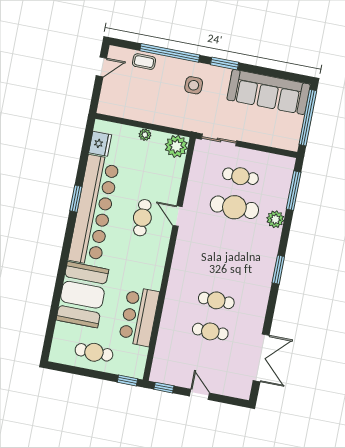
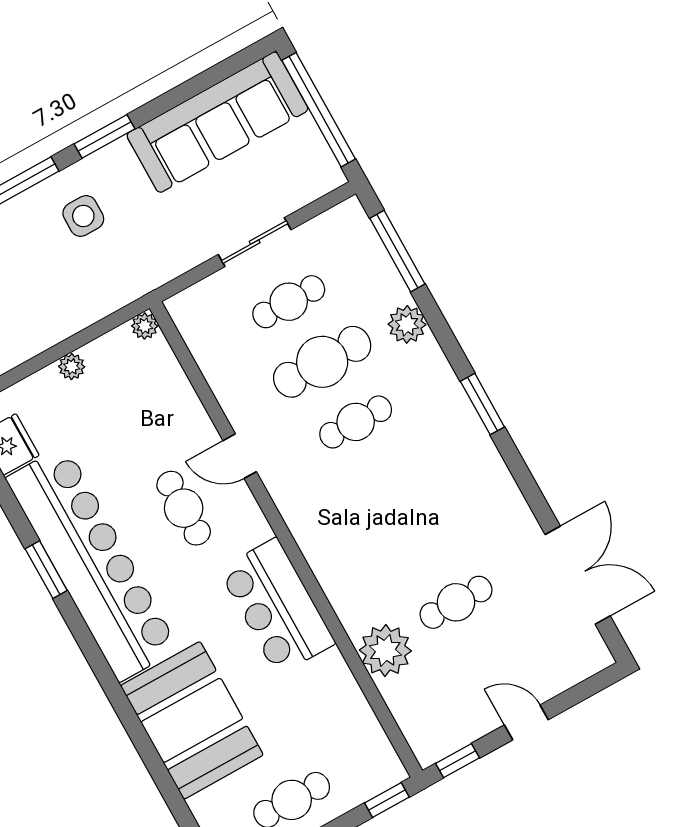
sliding door: (219, 140) -> (255, 242), moved
plant: (176, 146) -> (145, 326), width x0.53, depth x0.53
cafe table: (216, 300) -> (356, 422), moved
bar counter: (139, 316) -> (277, 606), moved
plant: (171, 327) -> (385, 650), added

